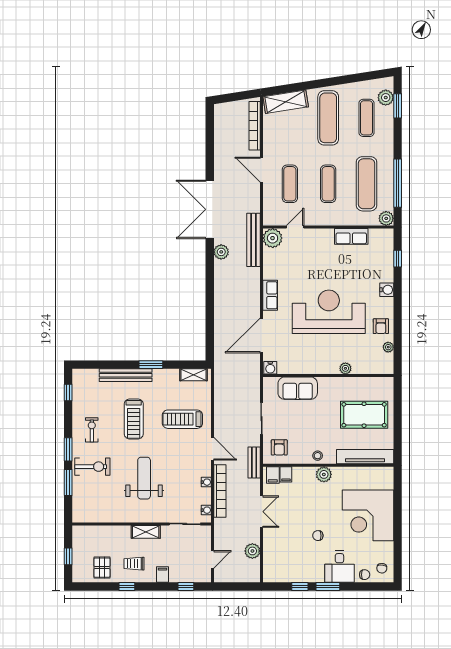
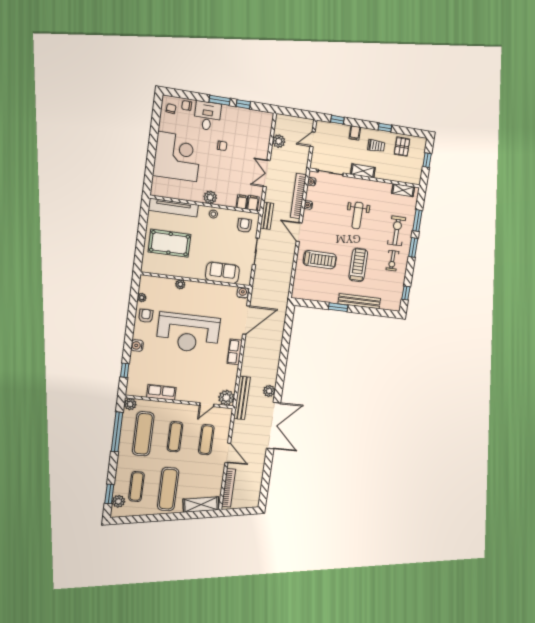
shelving: (194, 375) -> (403, 190), moved
exercise bike: (92, 467) -> (397, 231), turned 90
weight bench: (144, 478) -> (357, 216), width x0.73, depth x0.75

